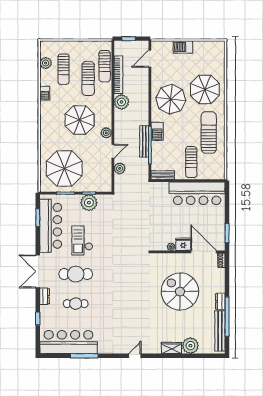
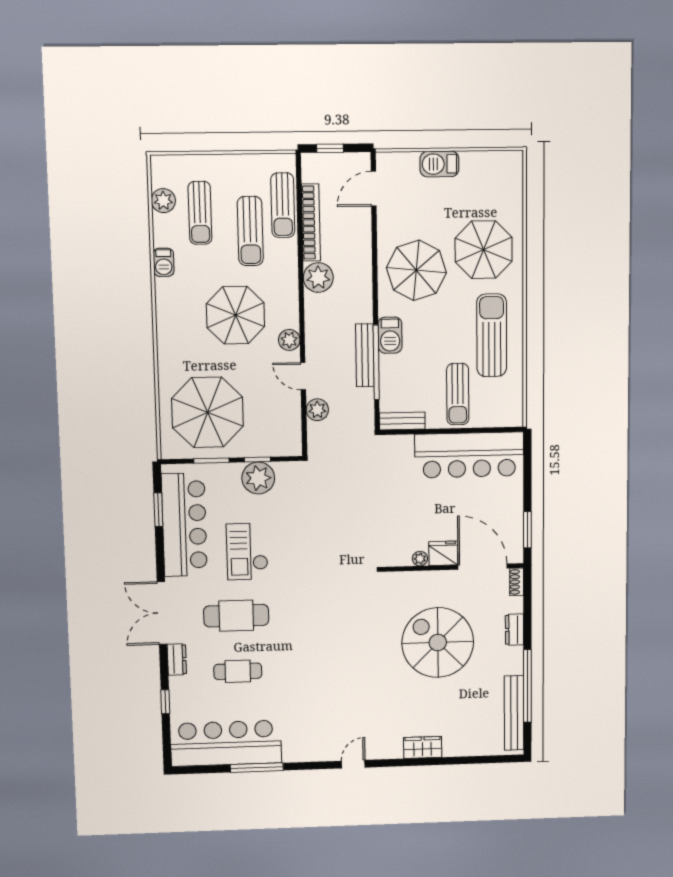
door: (113, 151) -> (303, 376), swing flipped
dresser: (220, 301) -> (515, 630), moved
plant: (190, 346) -> (458, 742), removed

